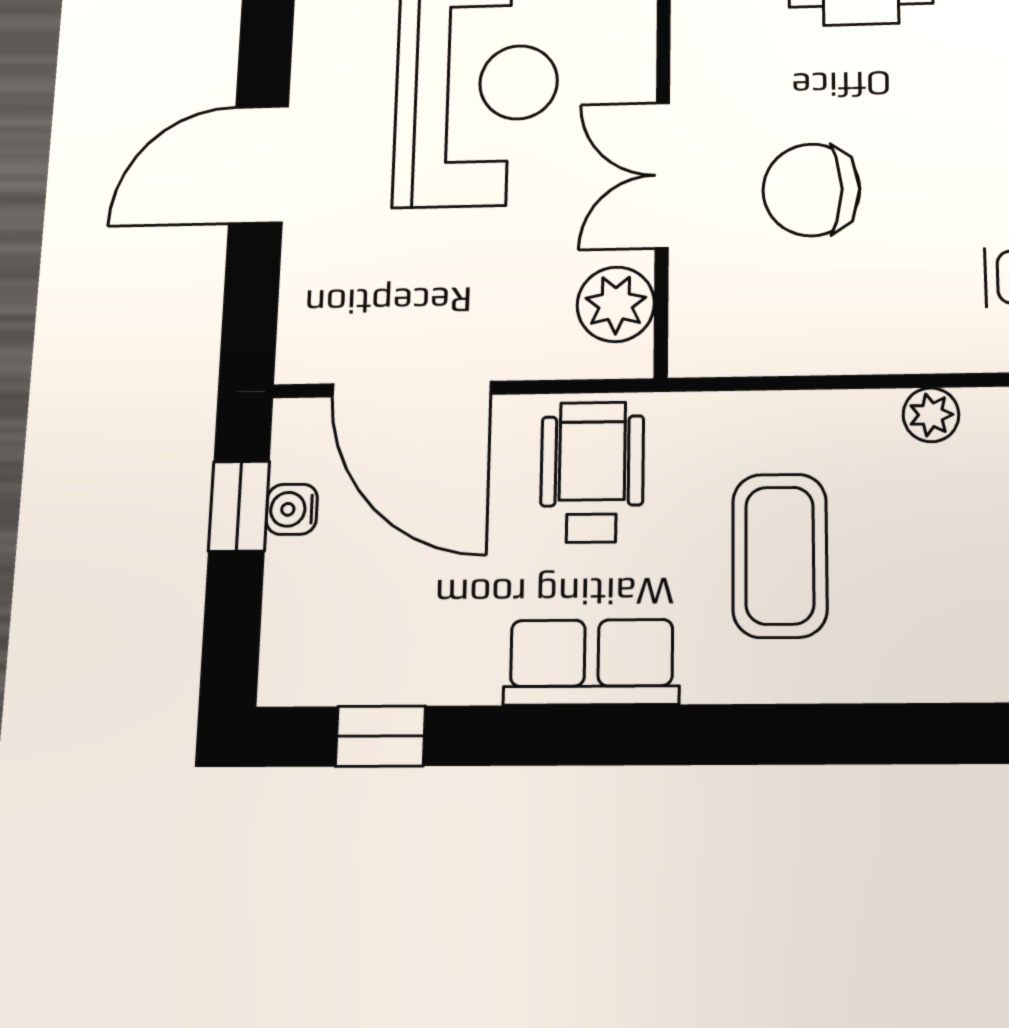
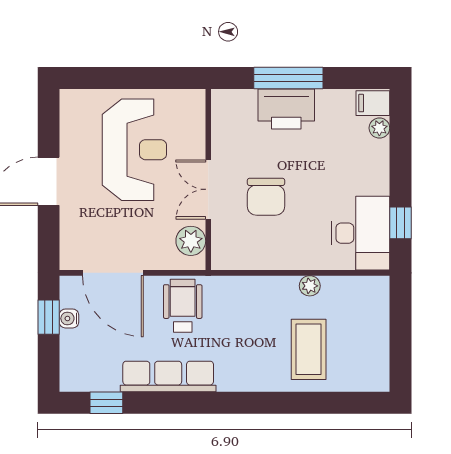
chair: (811, 190) -> (266, 197), turned -90
coffee table: (780, 555) -> (309, 349), moved
row of seats: (591, 662) -> (168, 376), width x1.48

